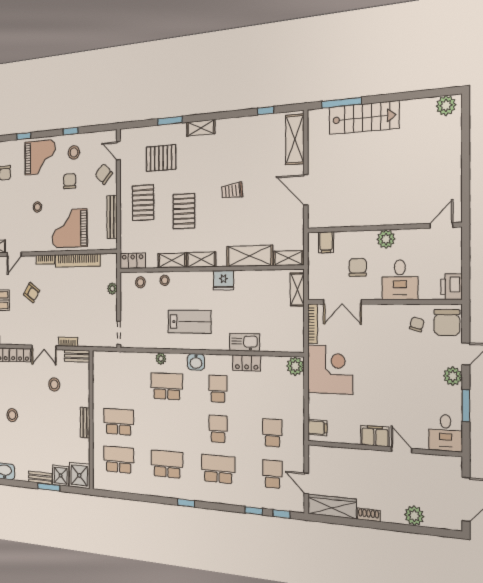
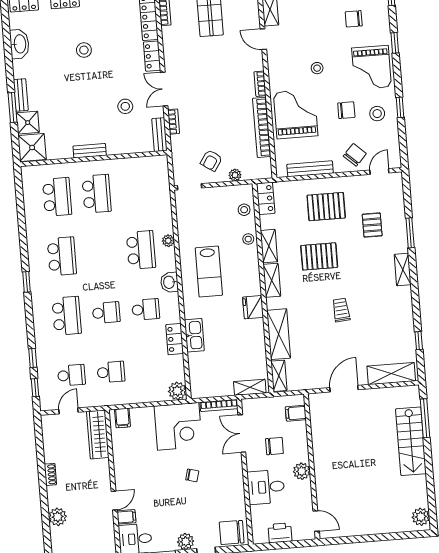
pallet: (161, 158) -> (372, 225), width x0.67, depth x0.71
printer: (452, 287) -> (280, 533), moved
armchair: (32, 293) -> (211, 160), moved
chair: (417, 324) -> (192, 475), moved
filing cabinet: (375, 436) -> (126, 517), moved, width x0.50
wardrobe: (332, 506) -> (98, 434), moved, turned 180

